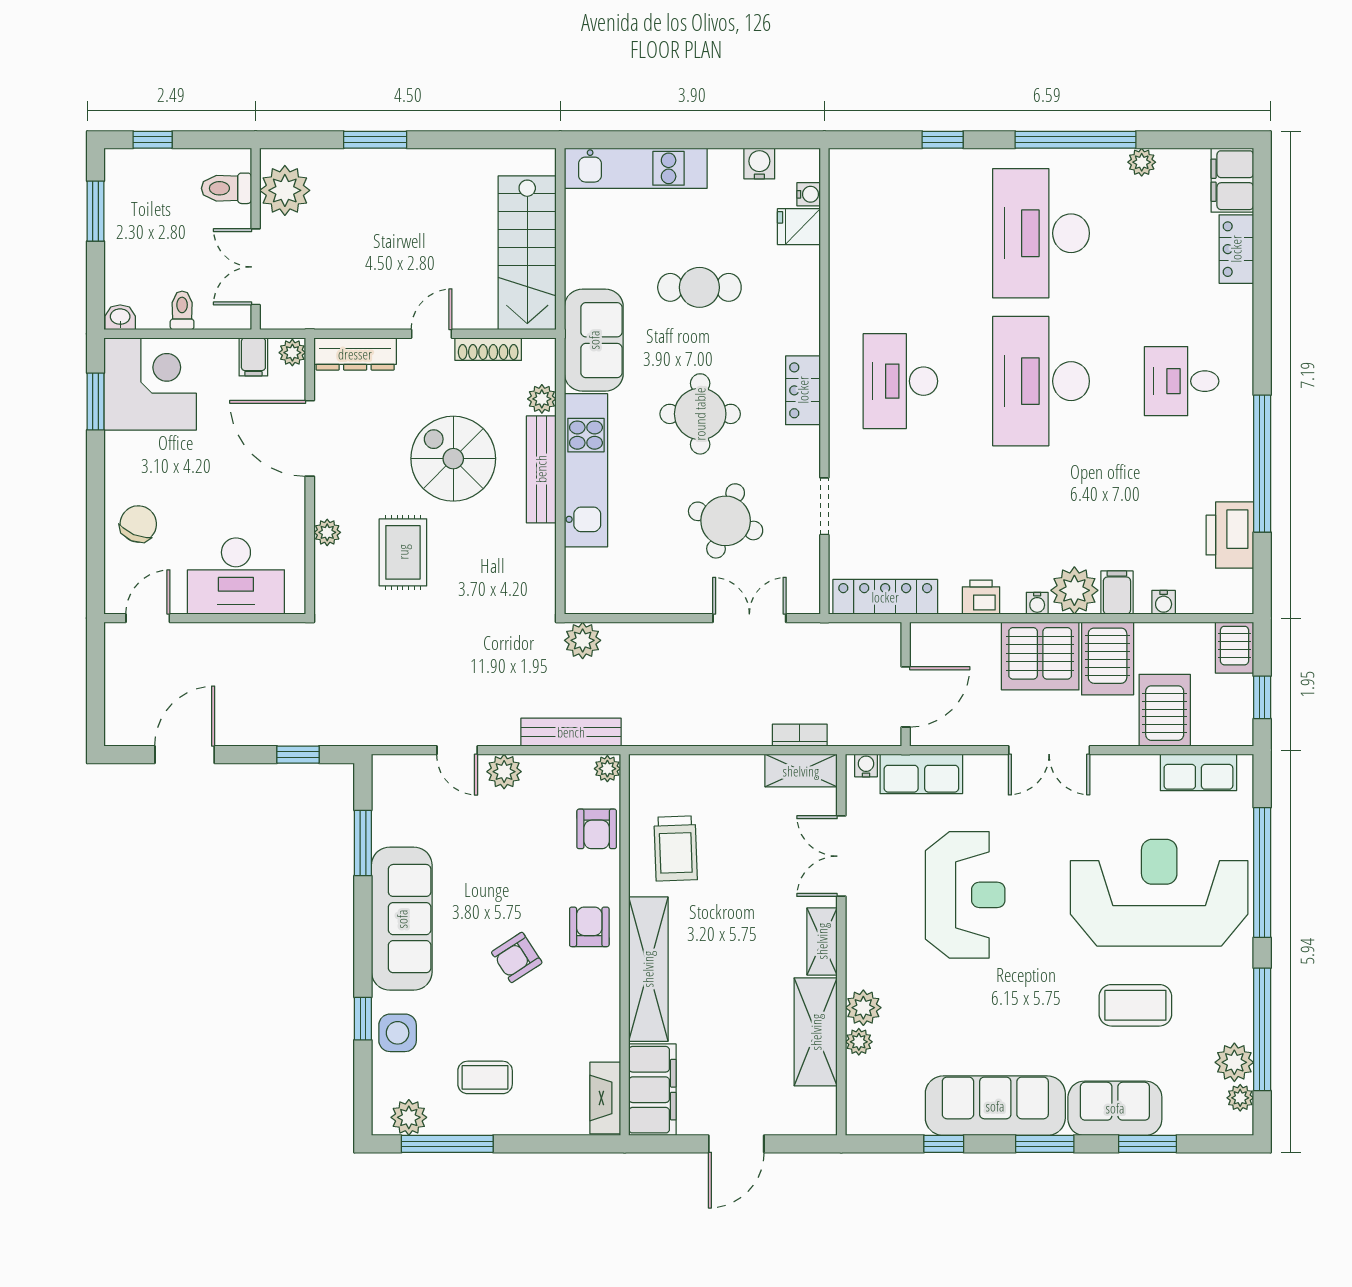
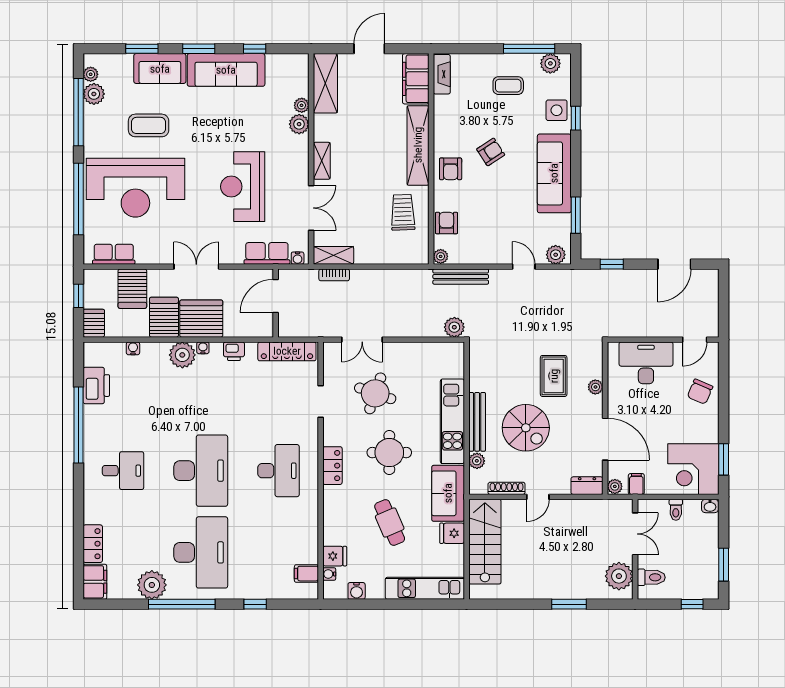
plant: (1142, 162) -> (152, 585), width x1.87, depth x1.87
fridge: (587, 268) -> (452, 533), added
cafe table: (699, 287) -> (390, 522), turned 67
dresser: (355, 354) -> (587, 486), width x0.70
filing cabinet: (1117, 593) -> (306, 574), moved, turned 90
plant: (504, 772) -> (556, 255), moved
shelving: (816, 1032) -> (325, 83), moved

